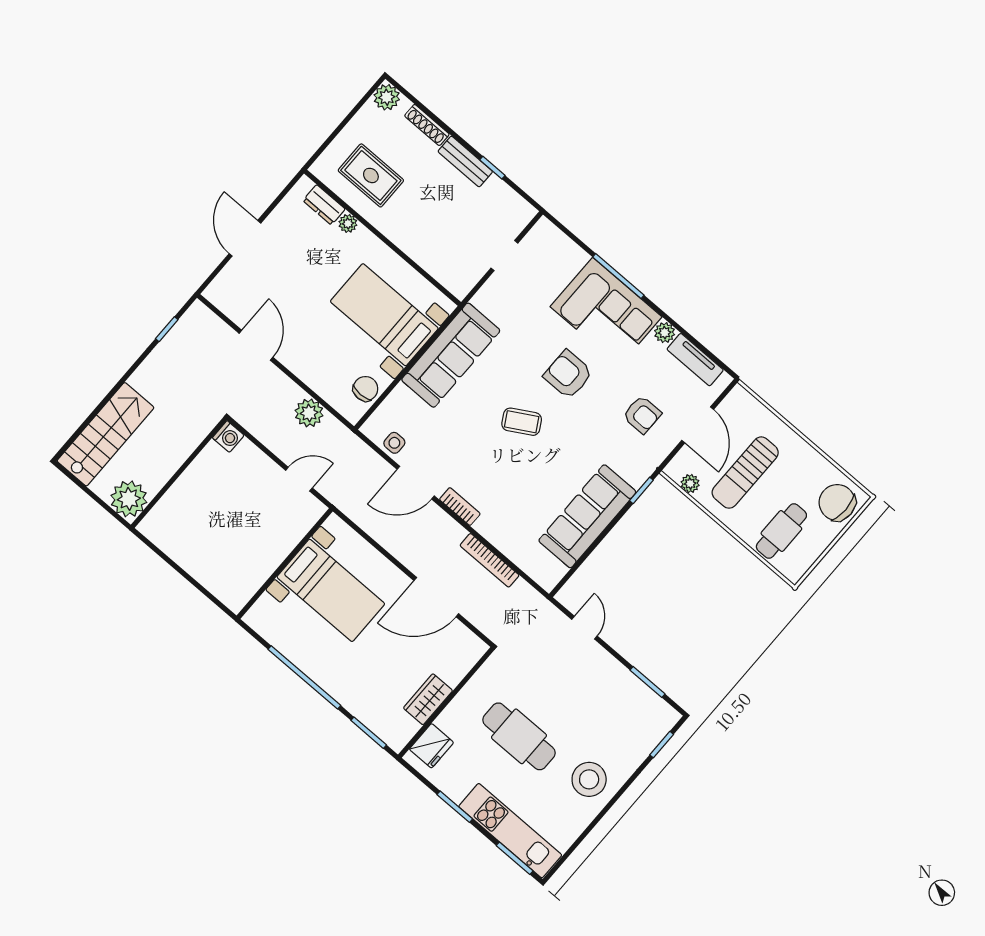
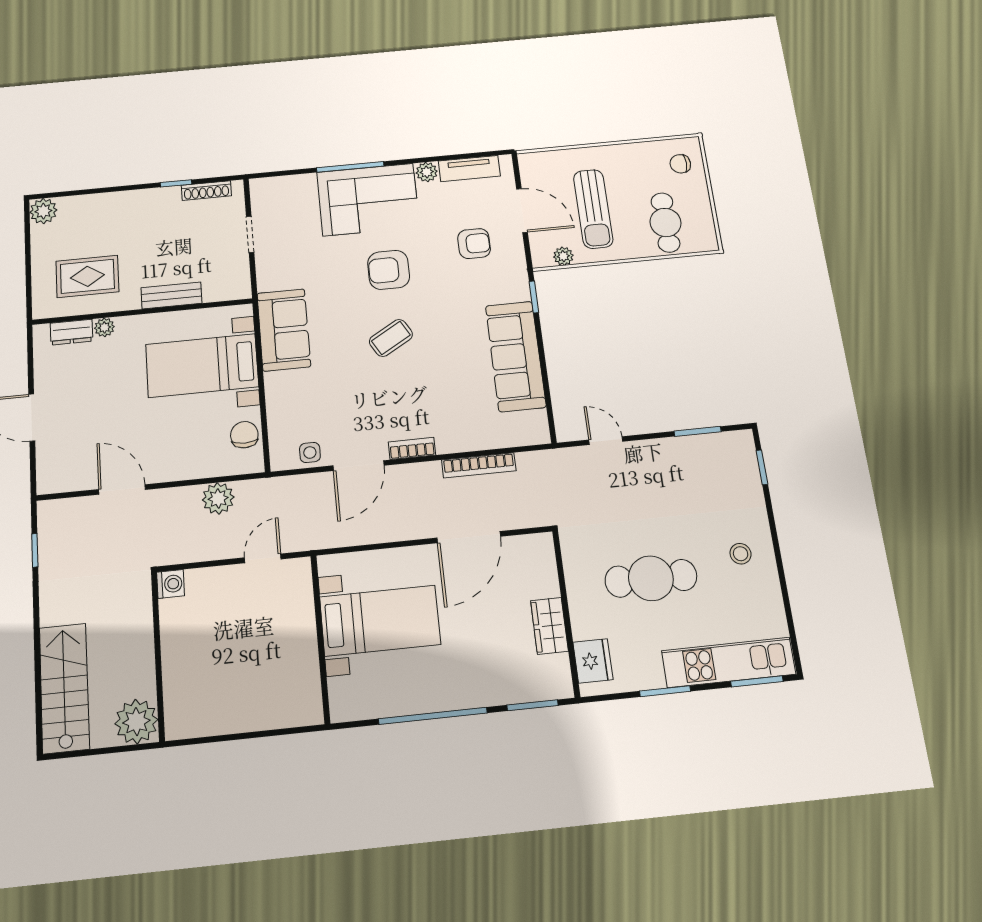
shoe rack: (427, 125) -> (206, 191), moved
bench: (465, 161) -> (171, 295), moved
sofa: (451, 355) -> (284, 330), width x0.73
chair: (837, 502) -> (680, 164), width x0.54, depth x0.54
stool: (589, 779) -> (741, 554), width x0.53, depth x0.53

